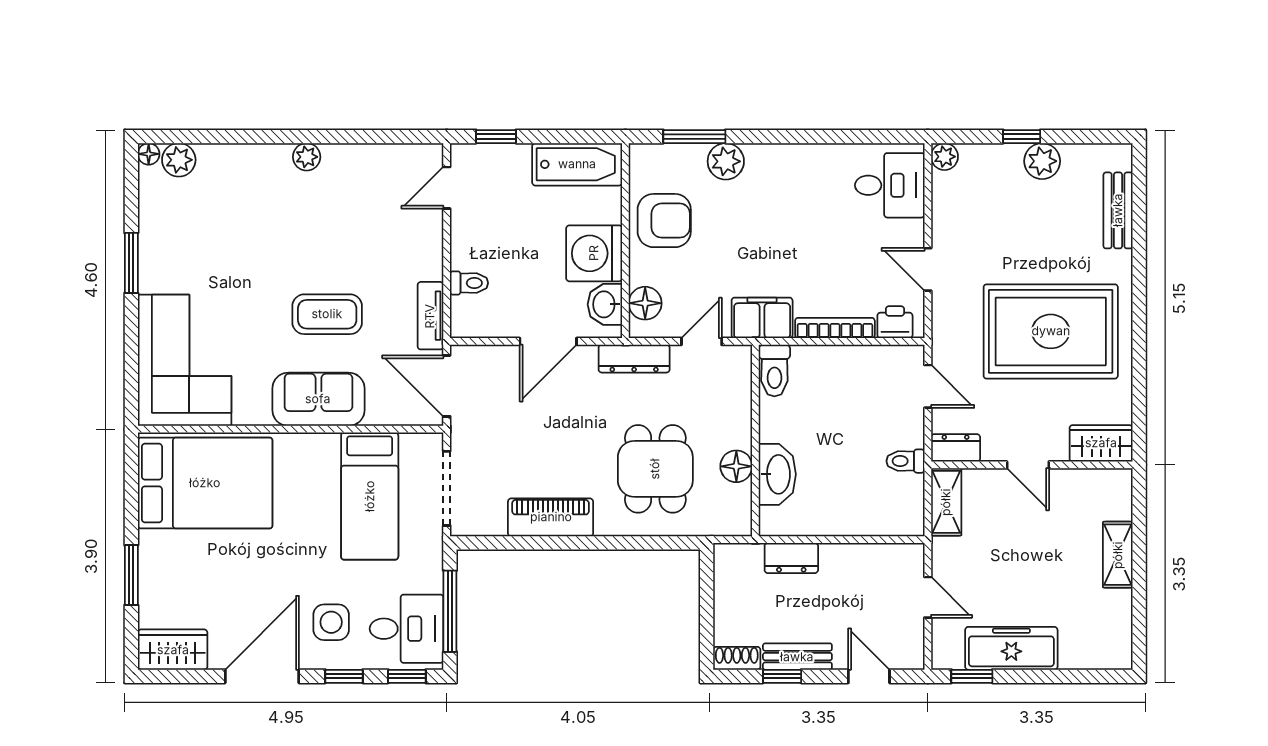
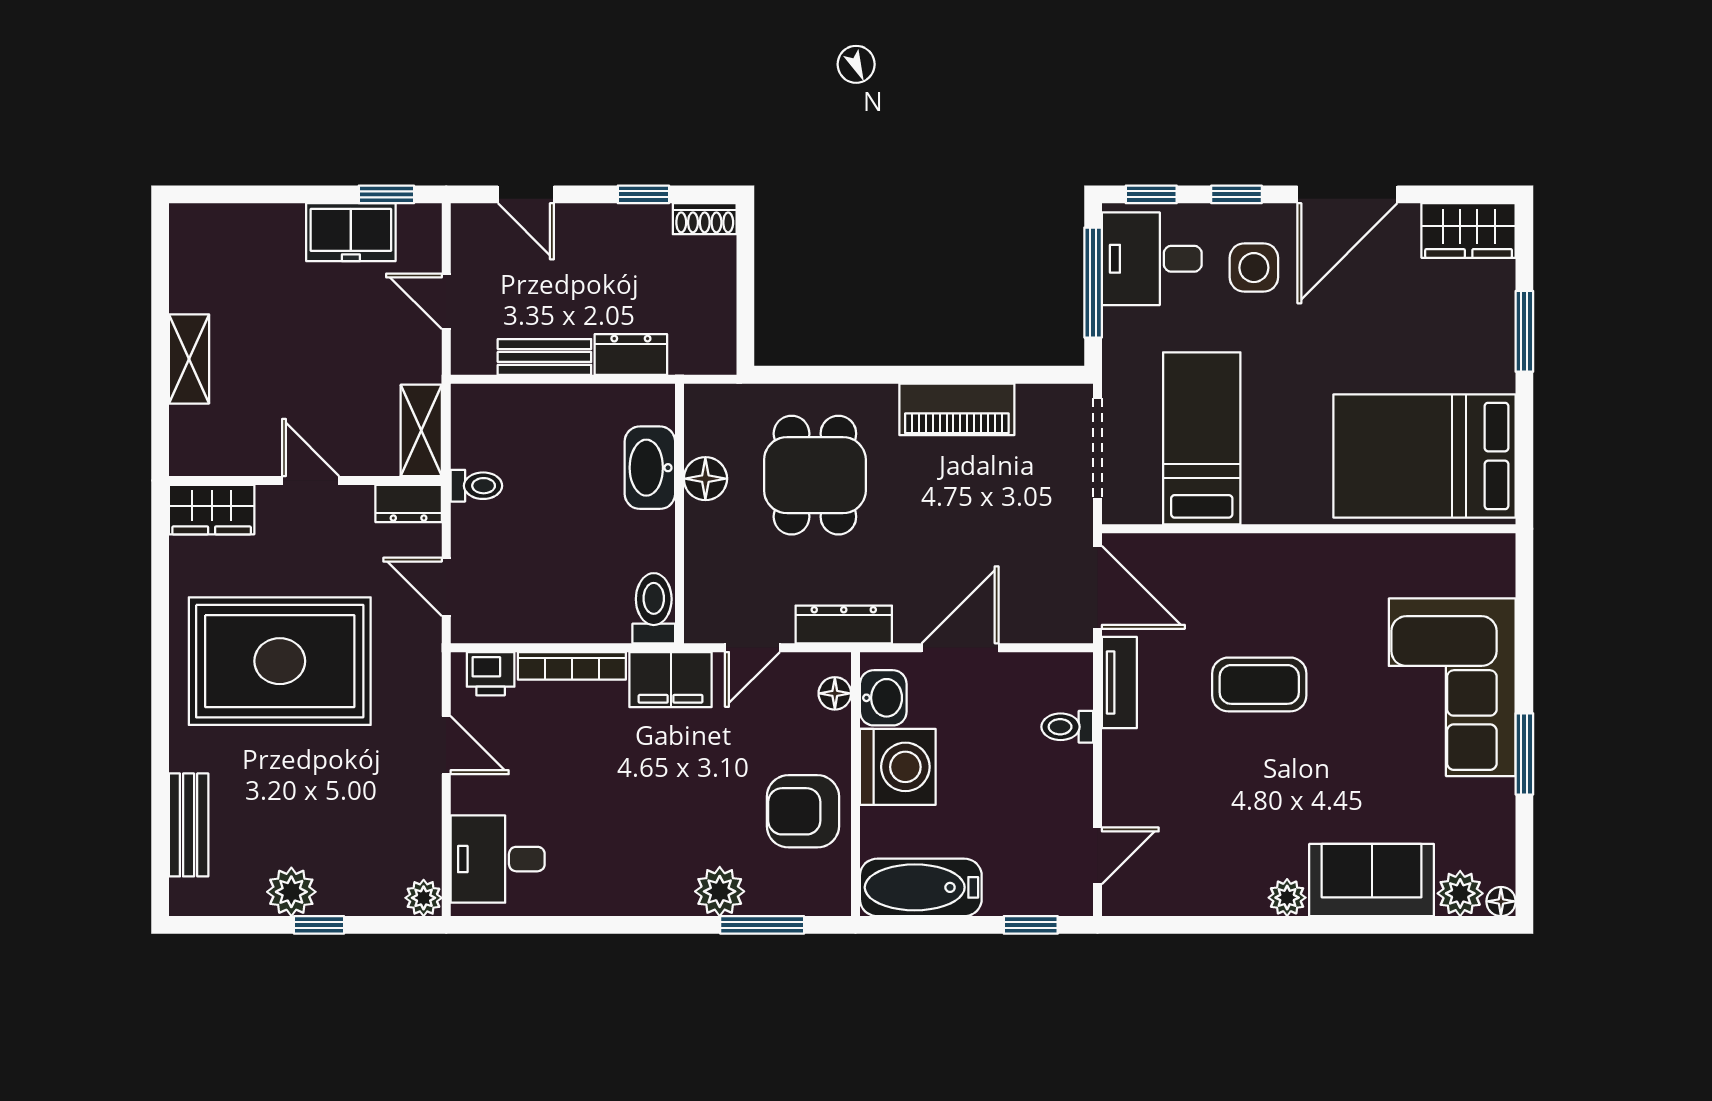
floor lamp: (645, 303) -> (835, 693), width x0.73, depth x0.73
corner sofa: (185, 360) -> (1452, 687), moved
sofa: (318, 399) -> (1372, 880), moved, turned 180
freezer: (1011, 648) -> (351, 232), width x0.71
bench: (797, 657) -> (544, 357), moved

